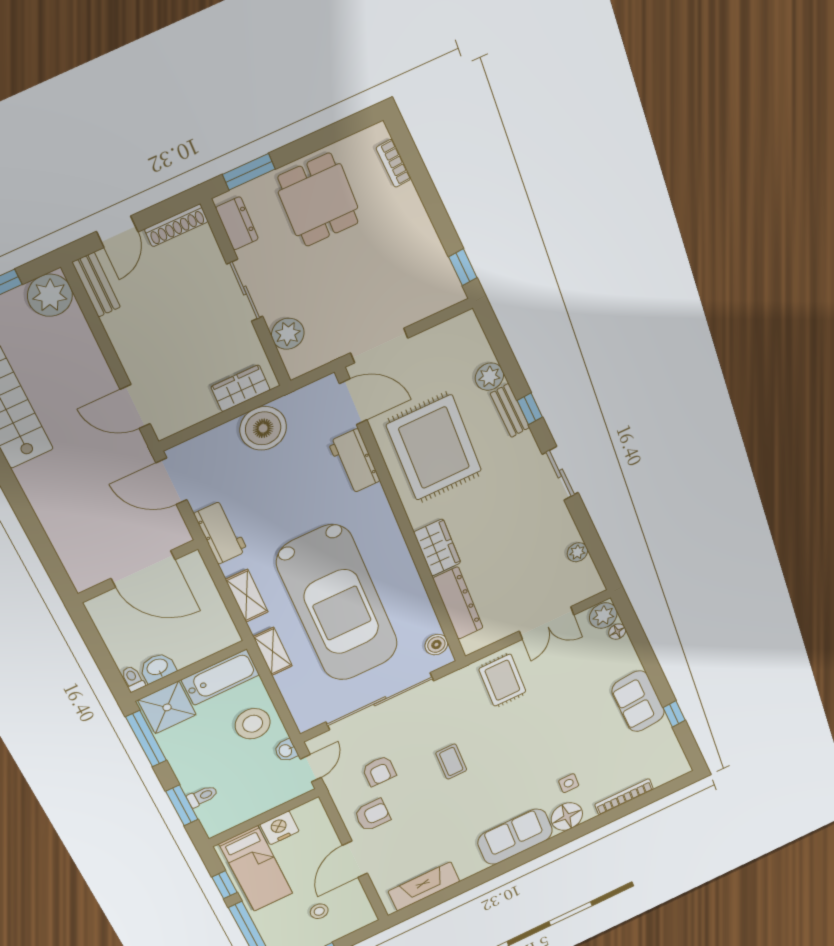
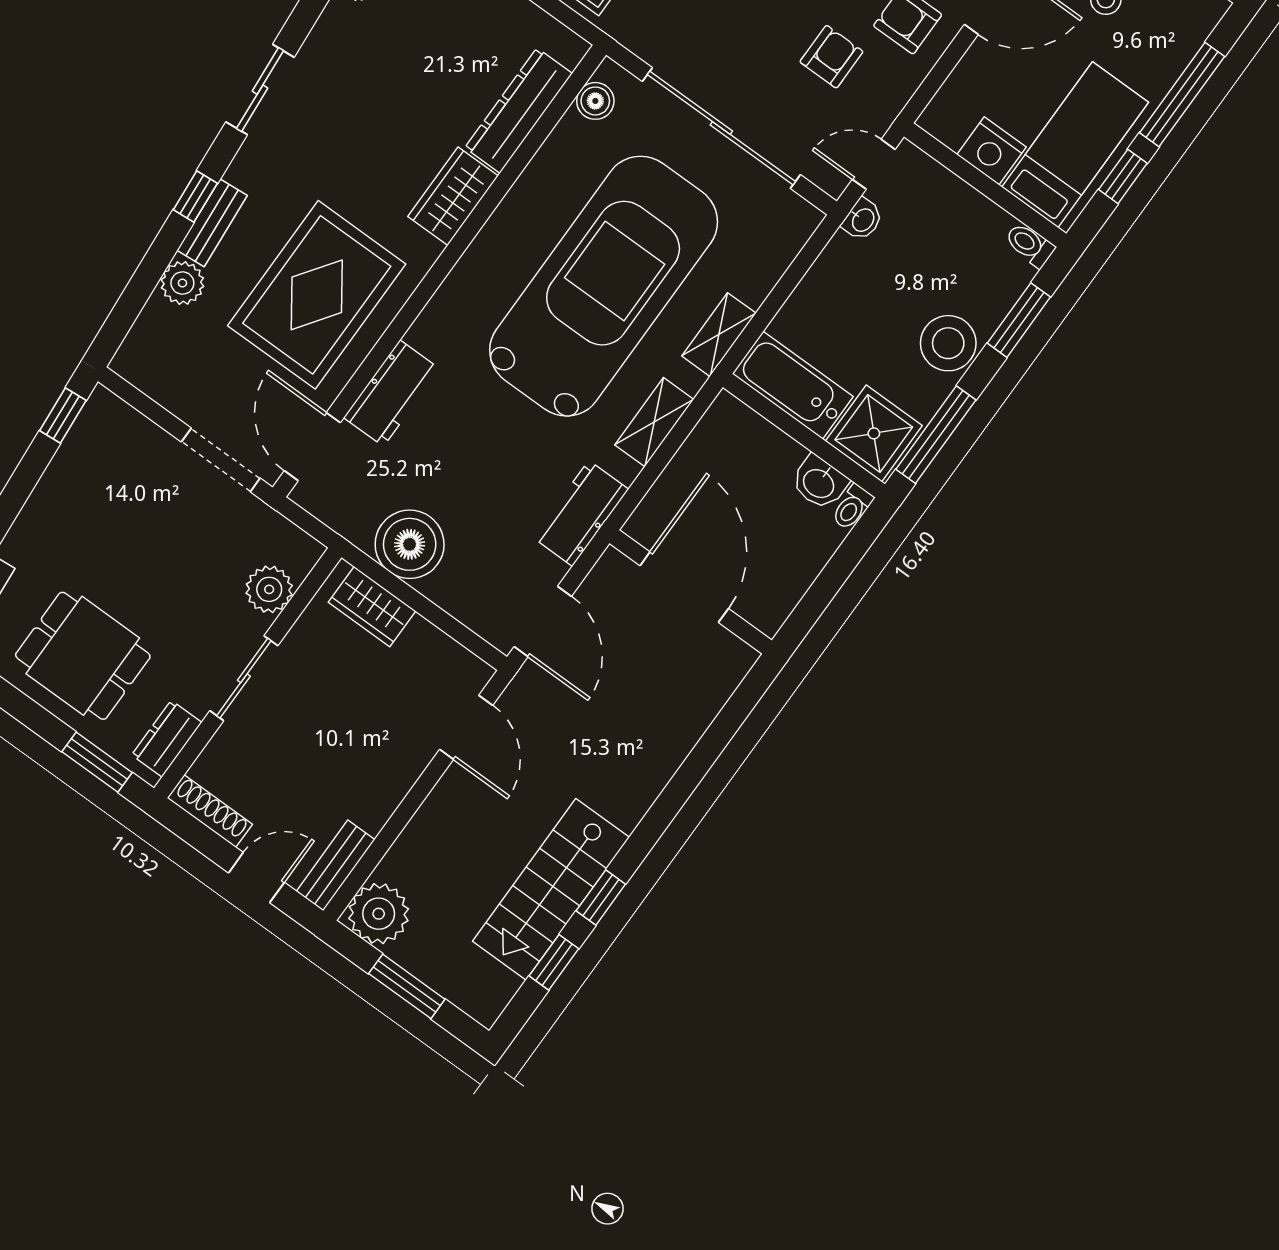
dining table: (318, 200) -> (83, 656), turned 90
stool: (253, 724) -> (948, 343), moved
toilet: (202, 796) -> (1030, 245), moved

